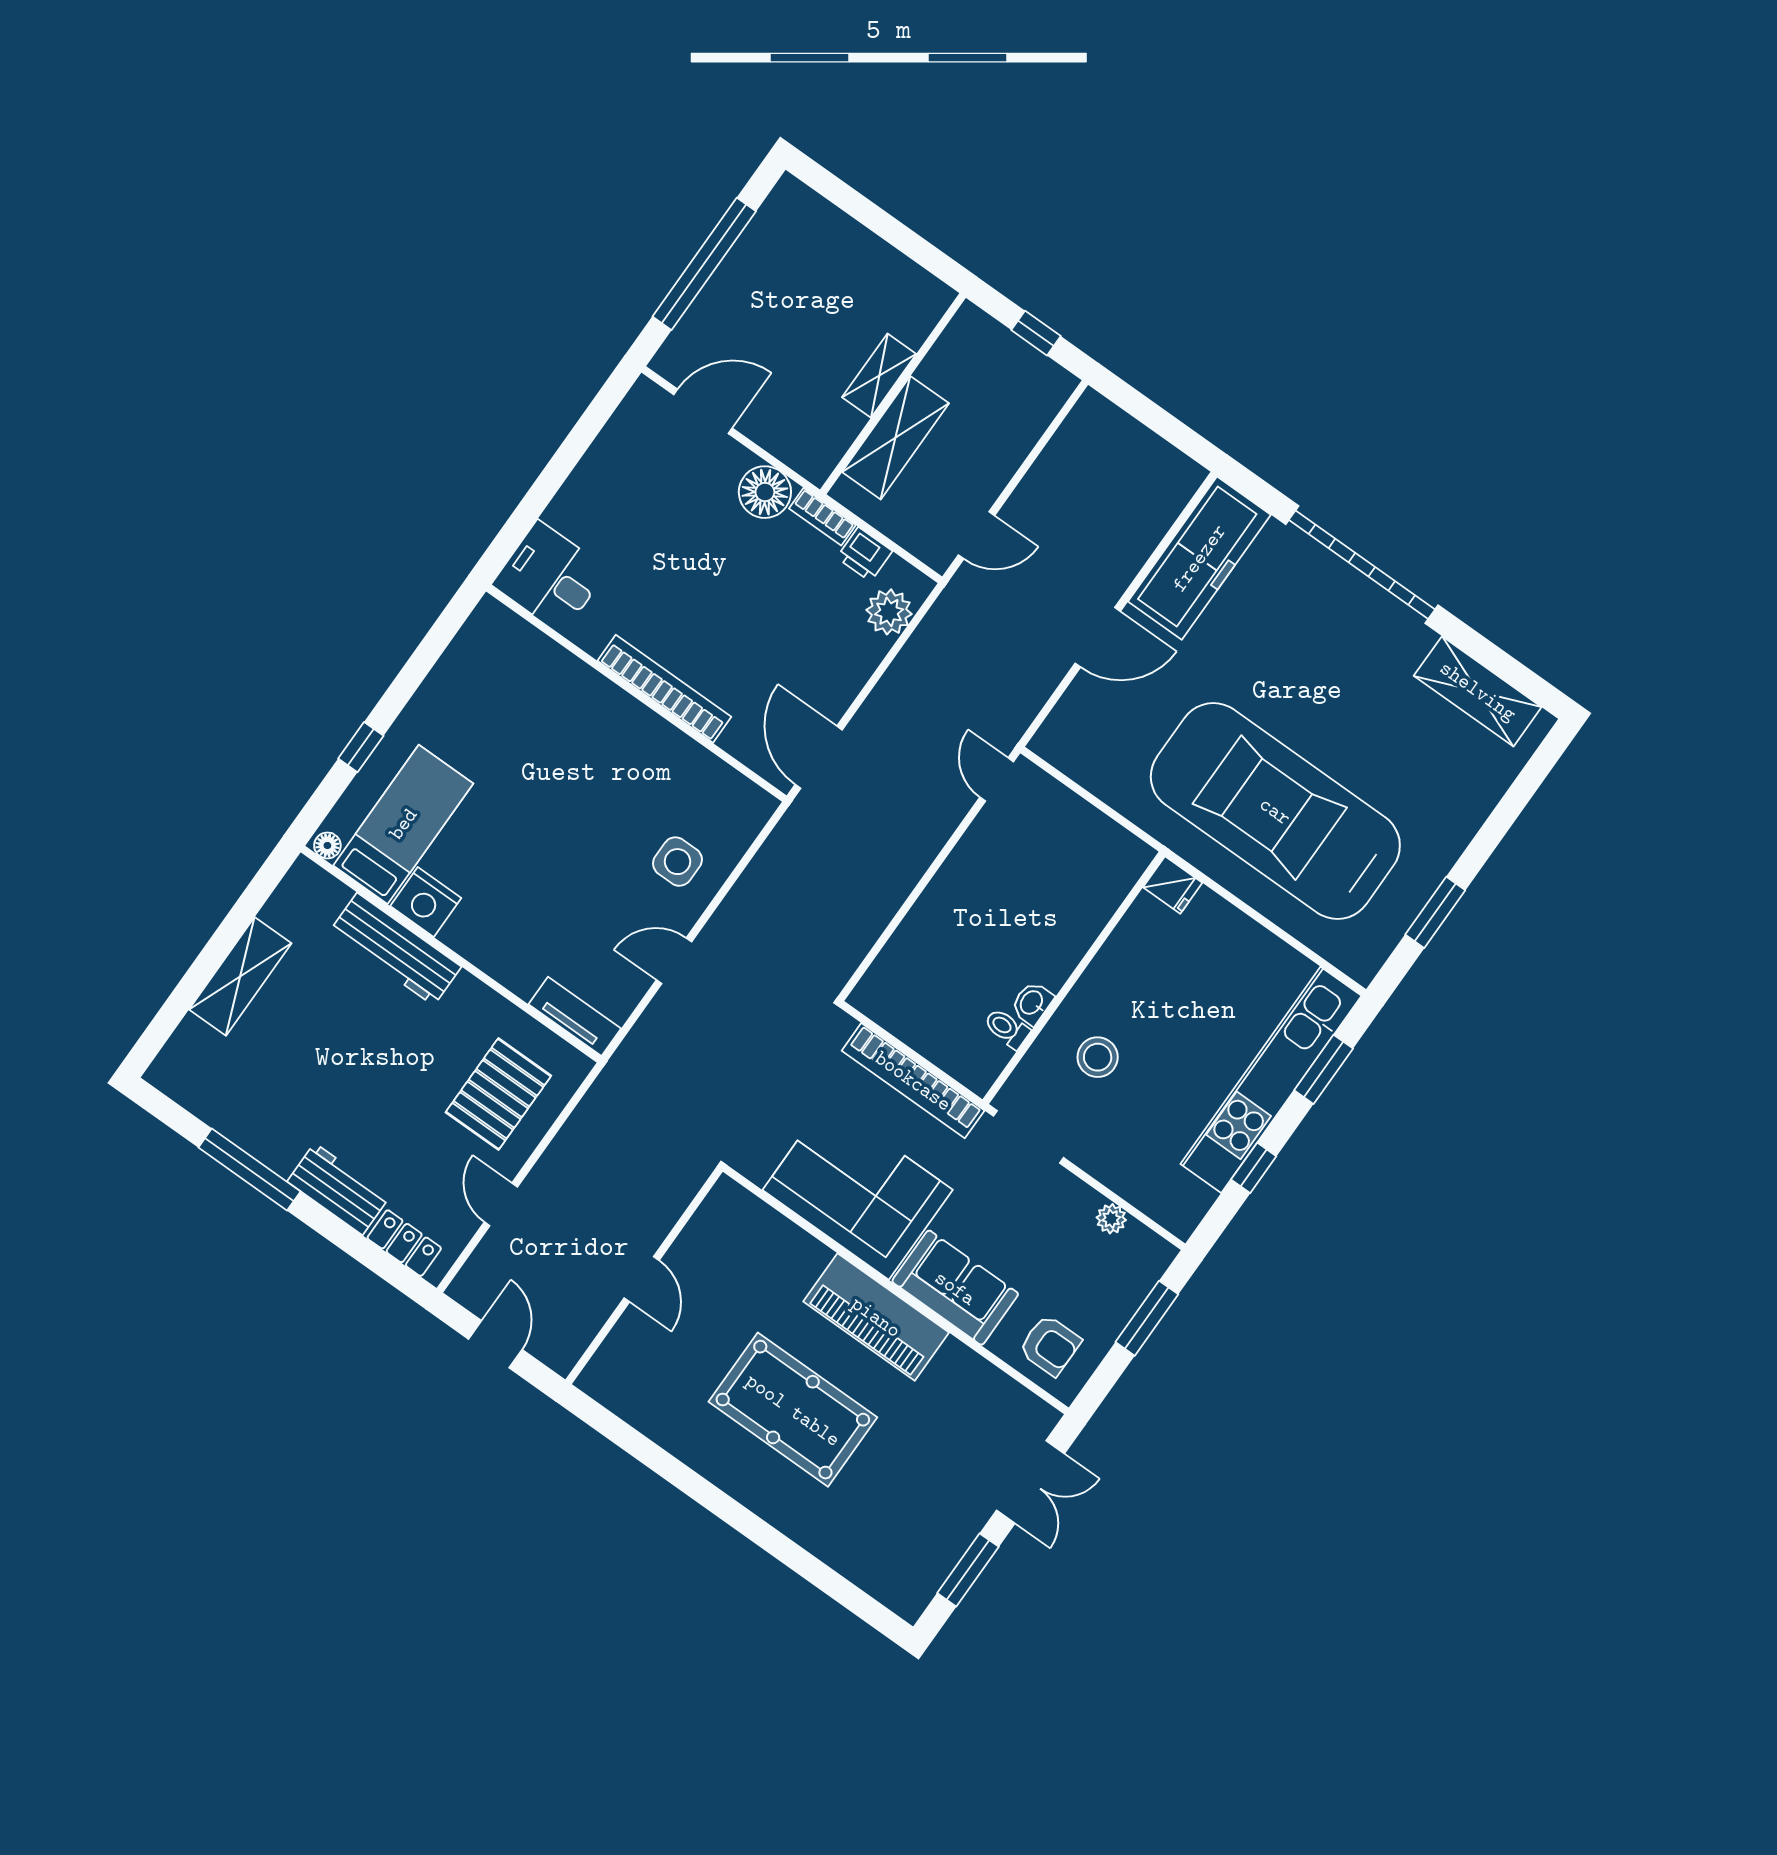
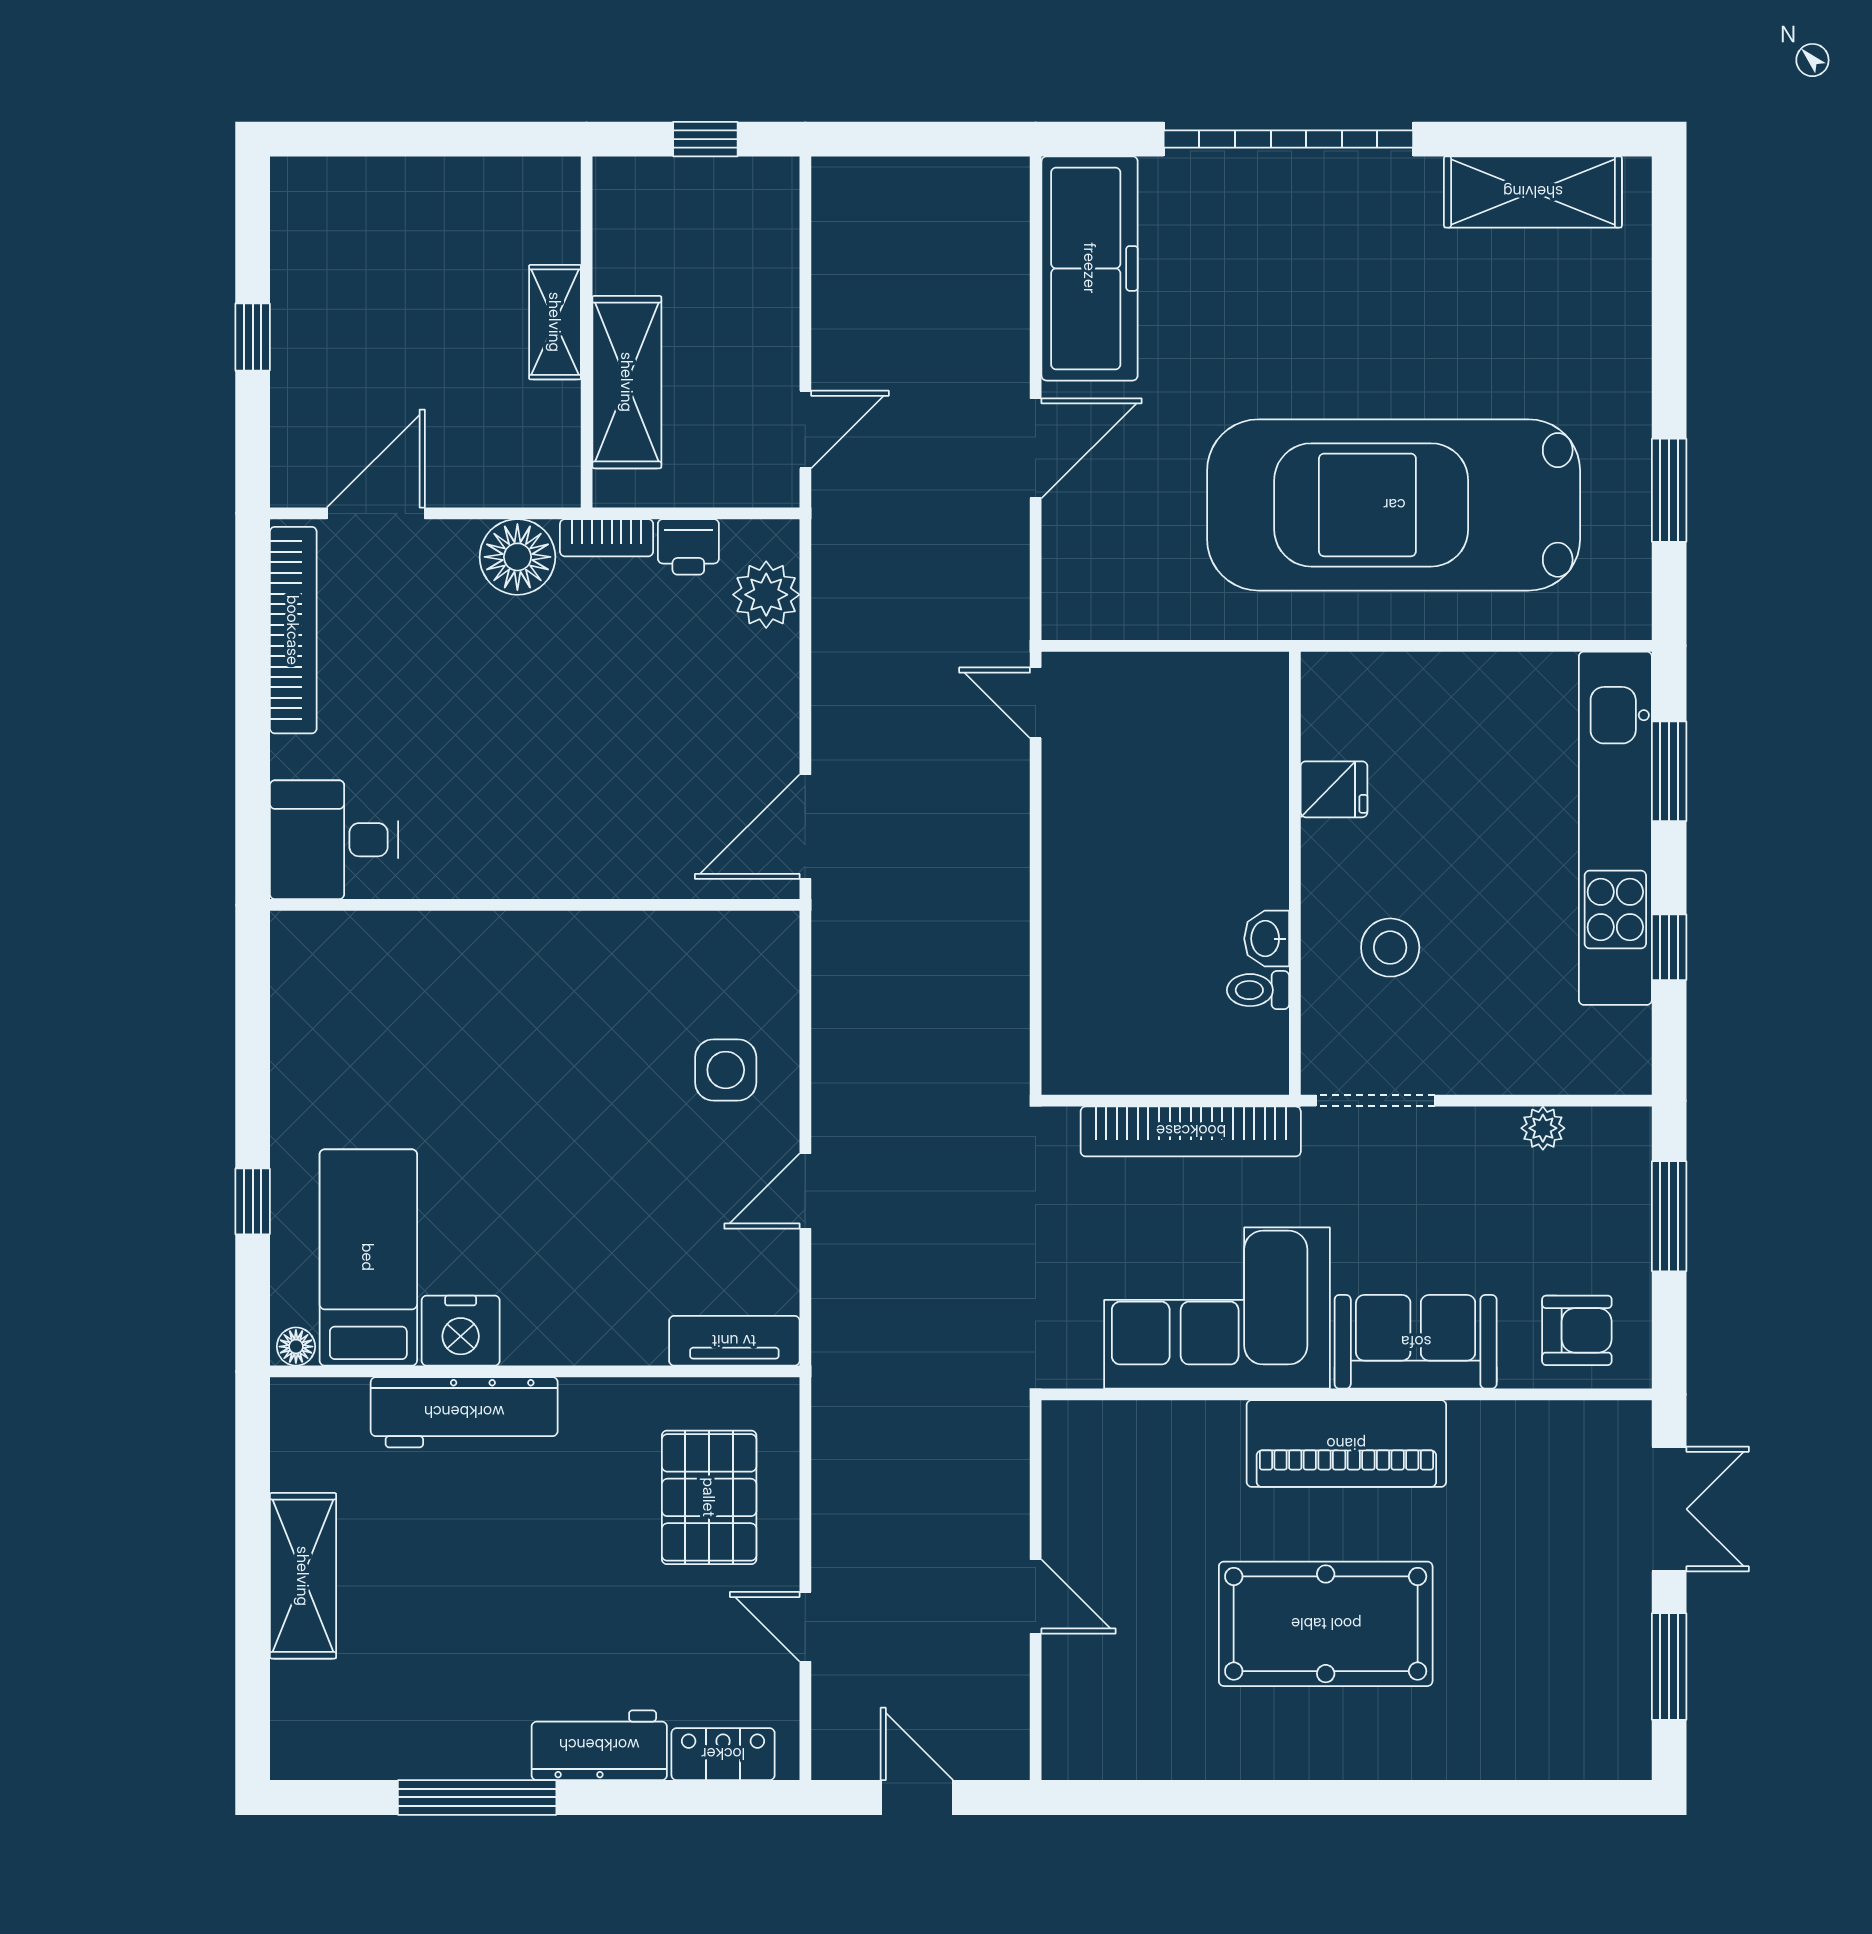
window: (704, 264) -> (253, 337), width x0.32
bookcase: (664, 689) -> (293, 630), moved, turned 90
door: (819, 757) -> (805, 827), hinge flipped
fridge: (1173, 885) -> (1334, 789), moved

